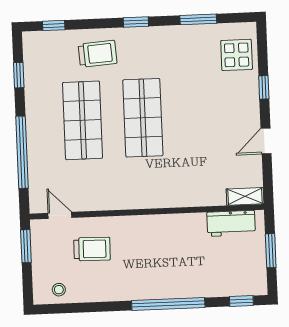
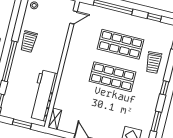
workbench: (231, 223) -> (43, 95), width x1.88, depth x1.32
trolley: (92, 249) -> (29, 42), moved

